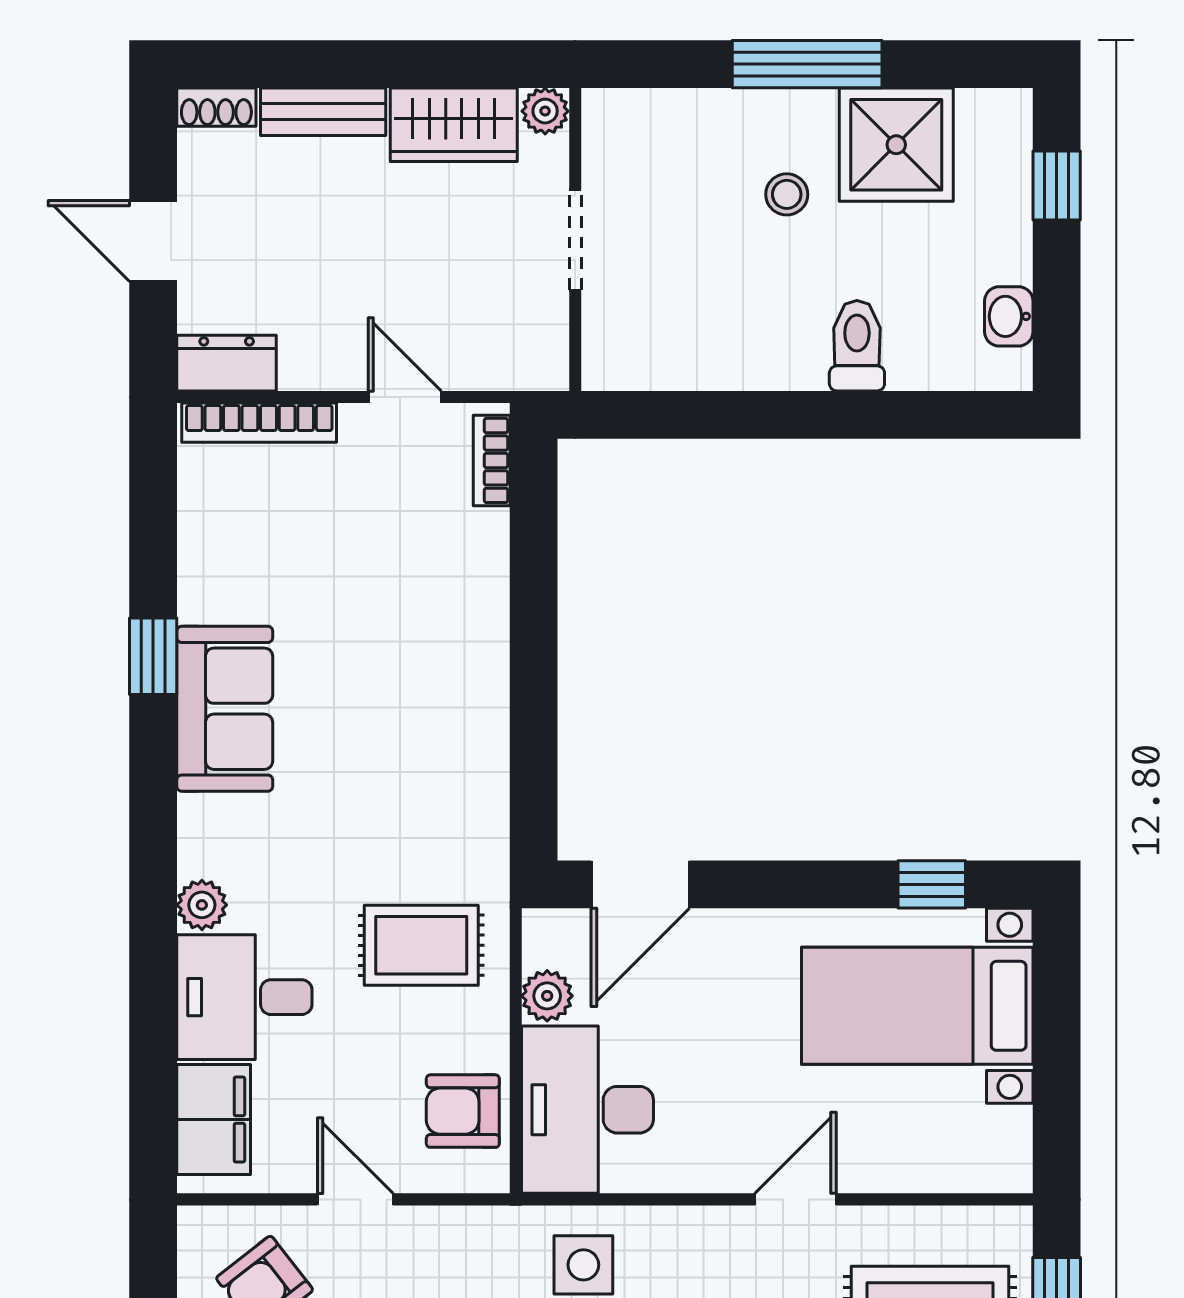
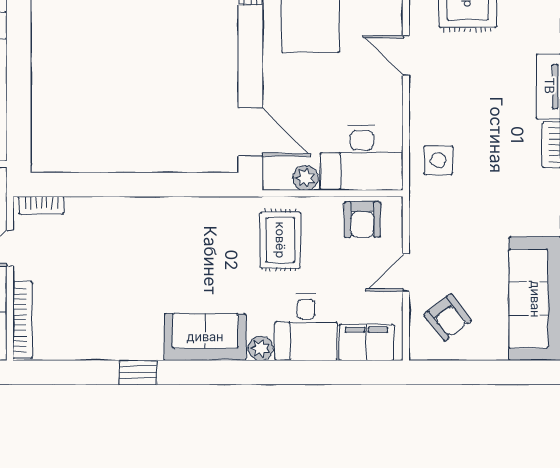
sofa: (225, 709) -> (205, 337), moved

